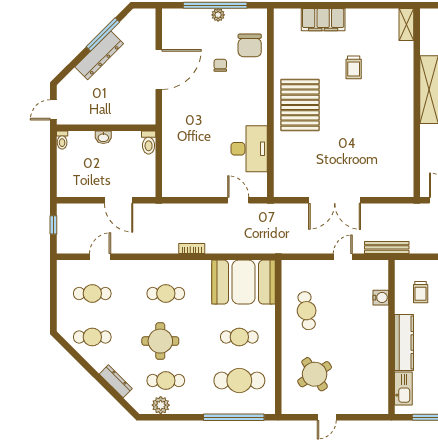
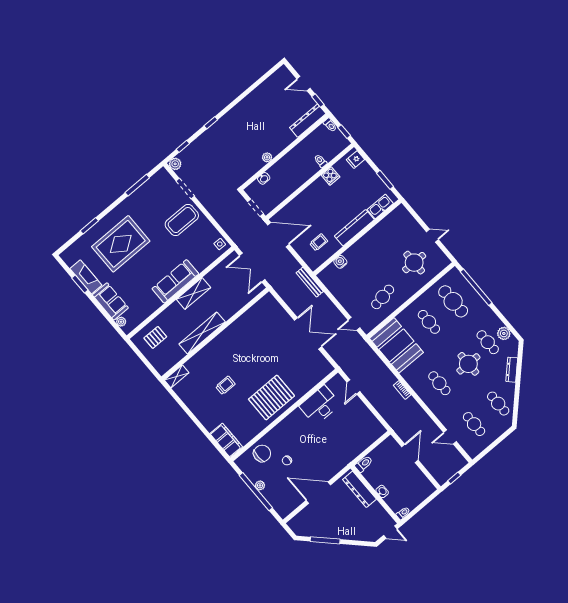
filing cabinet: (323, 20) -> (226, 440), moved
dresser: (99, 55) -> (359, 489), moved, turned -135
door: (343, 257) -> (354, 324), moved
round table: (315, 374) -> (414, 263), turned 33

